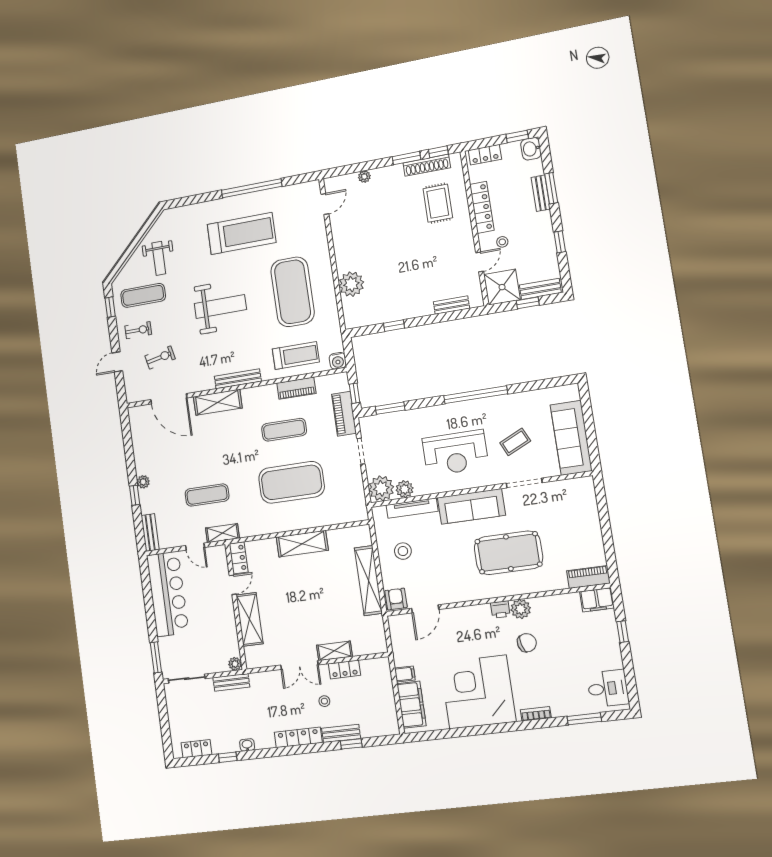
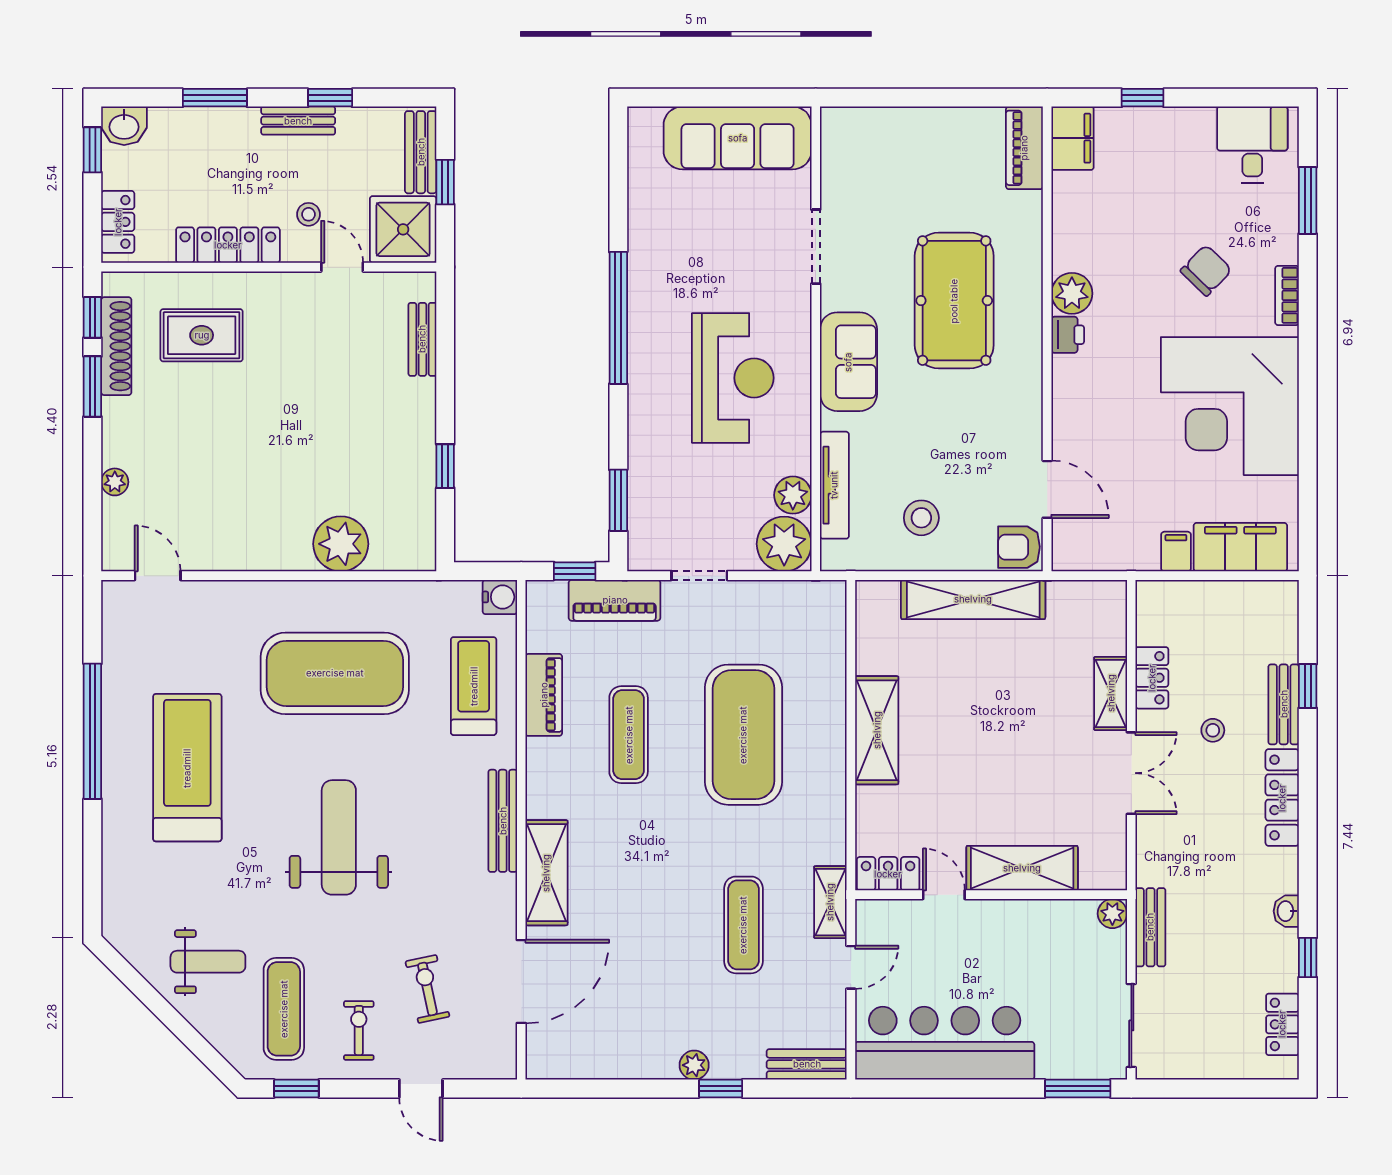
bench: (541, 193) -> (298, 121), moved
coffee table: (515, 442) -> (729, 252), removed
sofa: (471, 506) -> (848, 362), width x0.73
chair: (527, 643) -> (1206, 270), moved, turned 59

